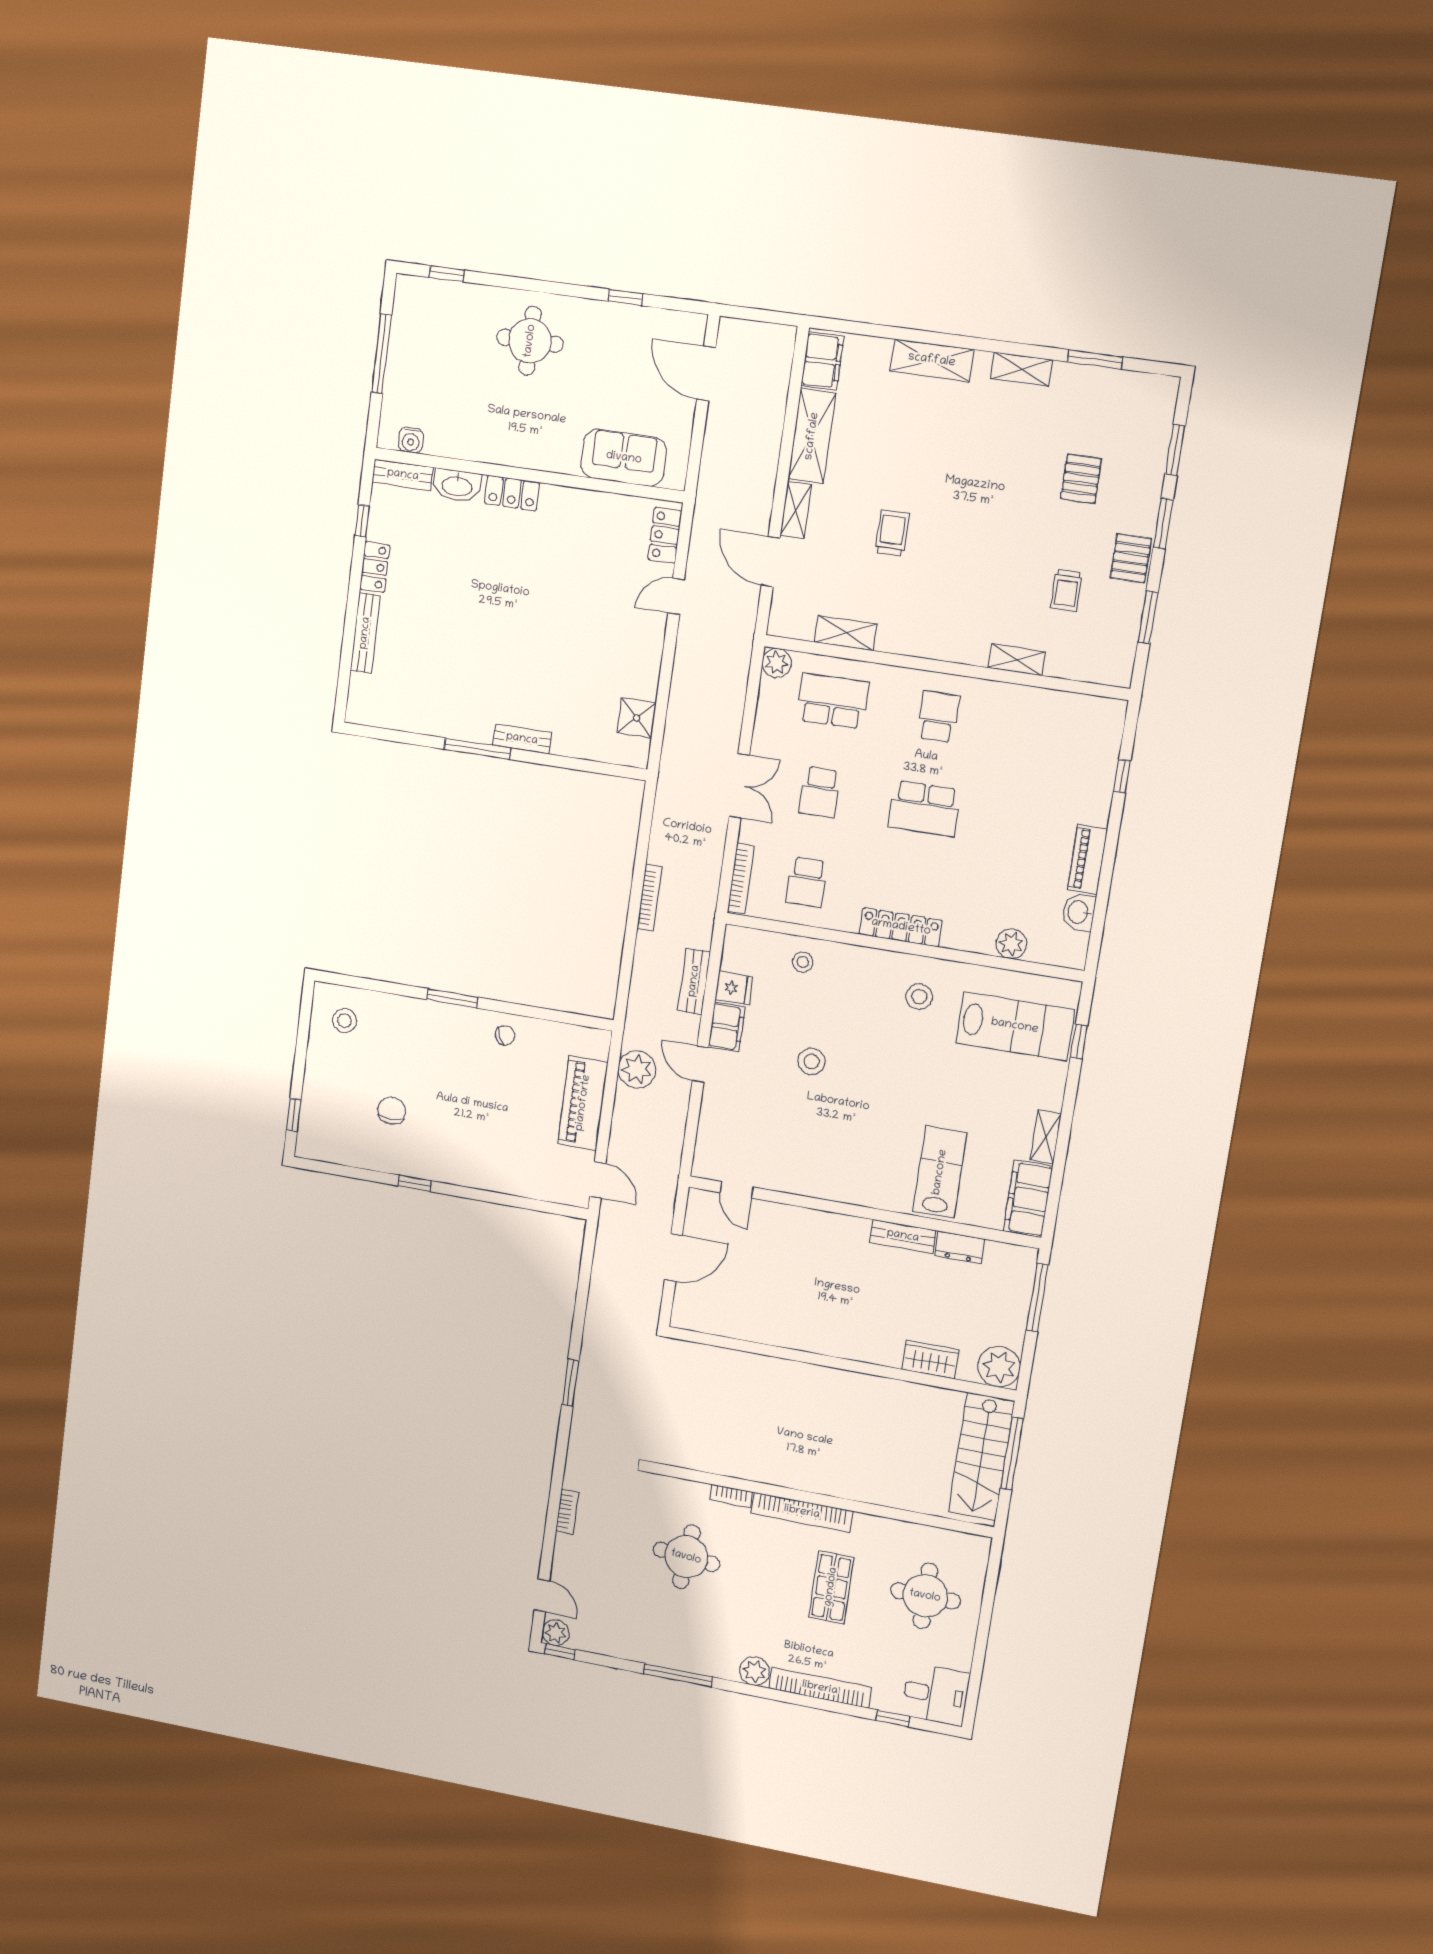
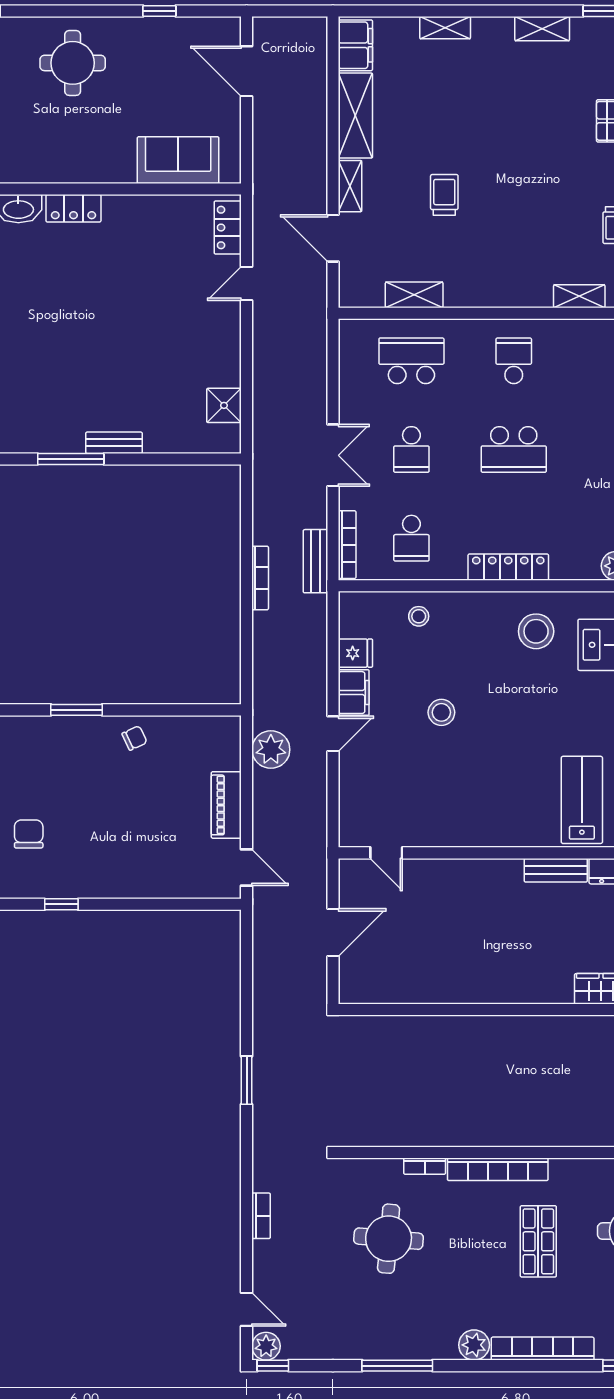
shelving: (932, 360) -> (445, 28), width x0.67, depth x0.75
plant: (777, 663) -> (352, 333), removed
bench: (694, 981) -> (315, 561), moved
stool: (919, 997) -> (536, 631), width x1.38, depth x1.38
door: (700, 1064) -> (333, 734), swing flipped
piano: (583, 1103) -> (226, 805), width x0.73, depth x0.75

